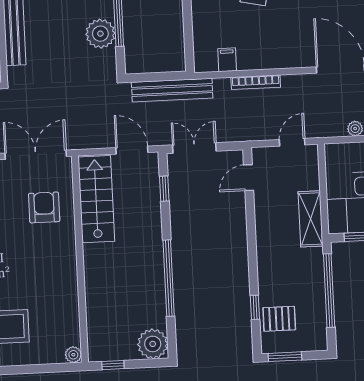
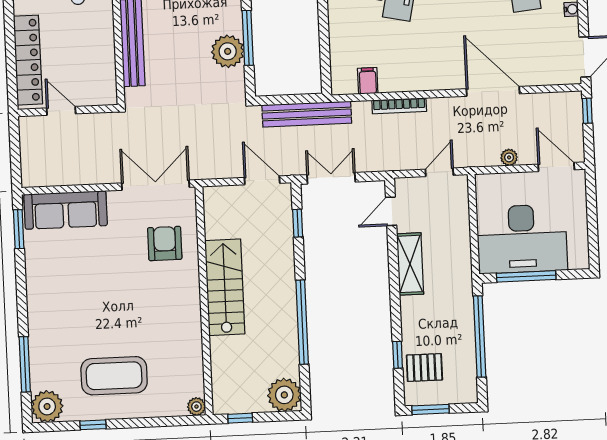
stairs: (96, 199) -> (225, 287), moved
shelving: (310, 219) -> (410, 264), moved

